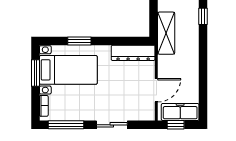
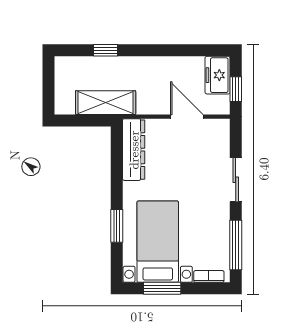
window: (203, 16) -> (106, 50), moved
freezer: (180, 112) -> (218, 75), width x0.71

